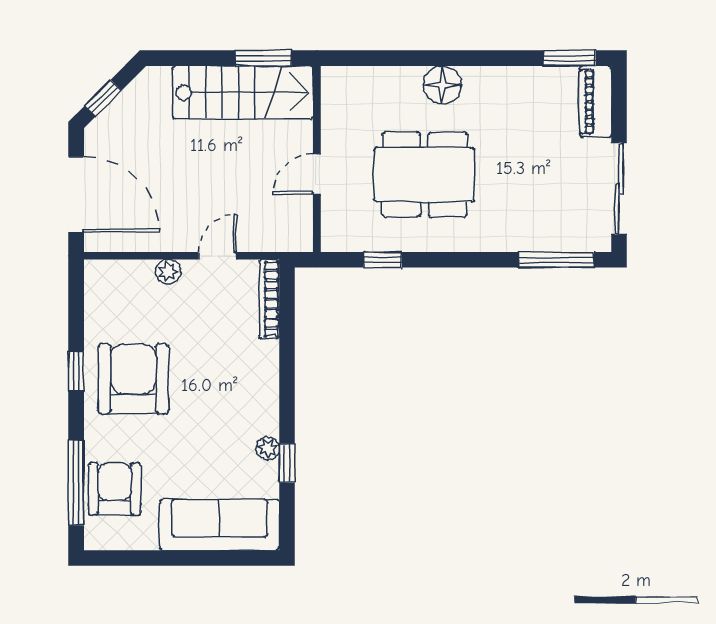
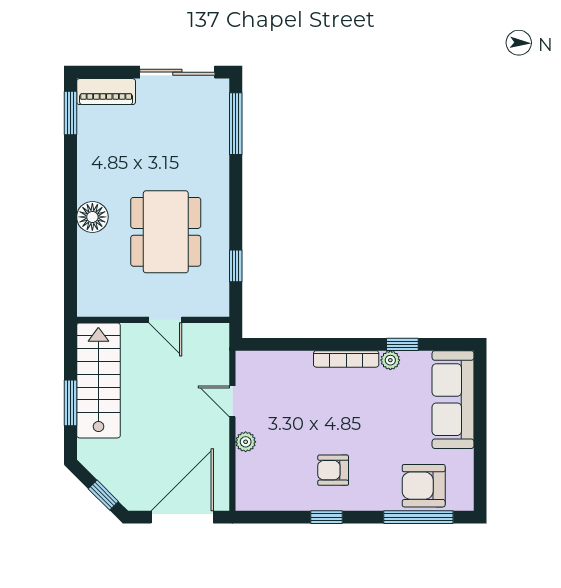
window: (263, 58) -> (70, 403), moved
bookcase: (269, 299) -> (346, 359), moved
armchair: (133, 379) -> (333, 470), width x0.53, depth x0.53

